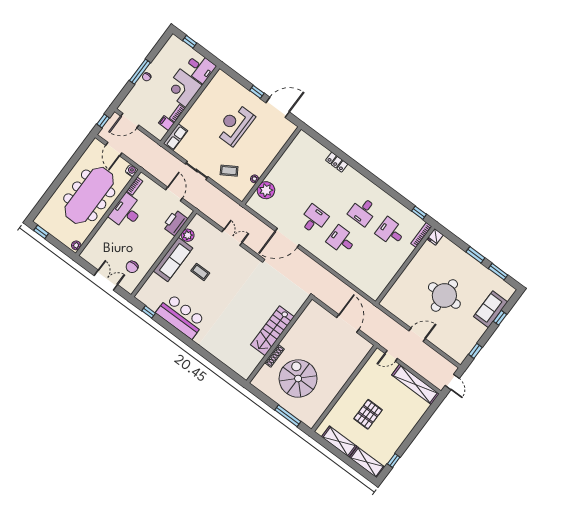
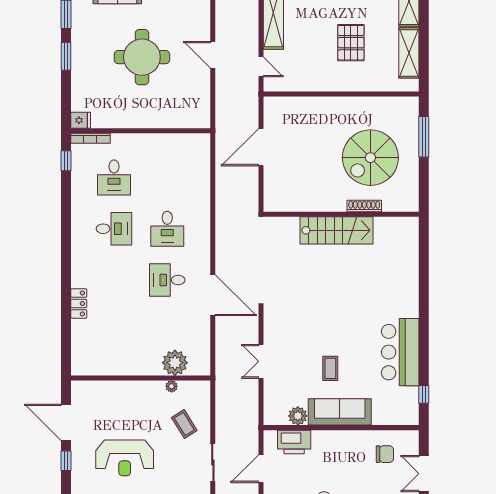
pallet: (368, 414) -> (351, 43), turned 90

